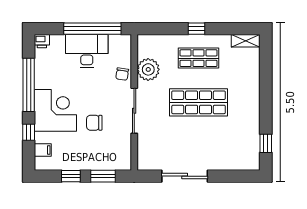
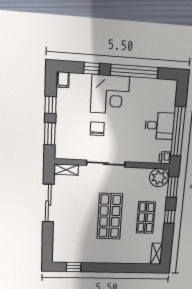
window: (159, 29) -> (173, 187), added
printer: (42, 41) -> (165, 158), moved
desk: (87, 51) -> (160, 126), width x0.73
plant: (148, 69) -> (159, 178), moved
chair: (122, 74) -> (138, 155), removed
filing cabinet: (43, 150) -> (63, 80), moved
shelving: (143, 156) -> (66, 170), added

